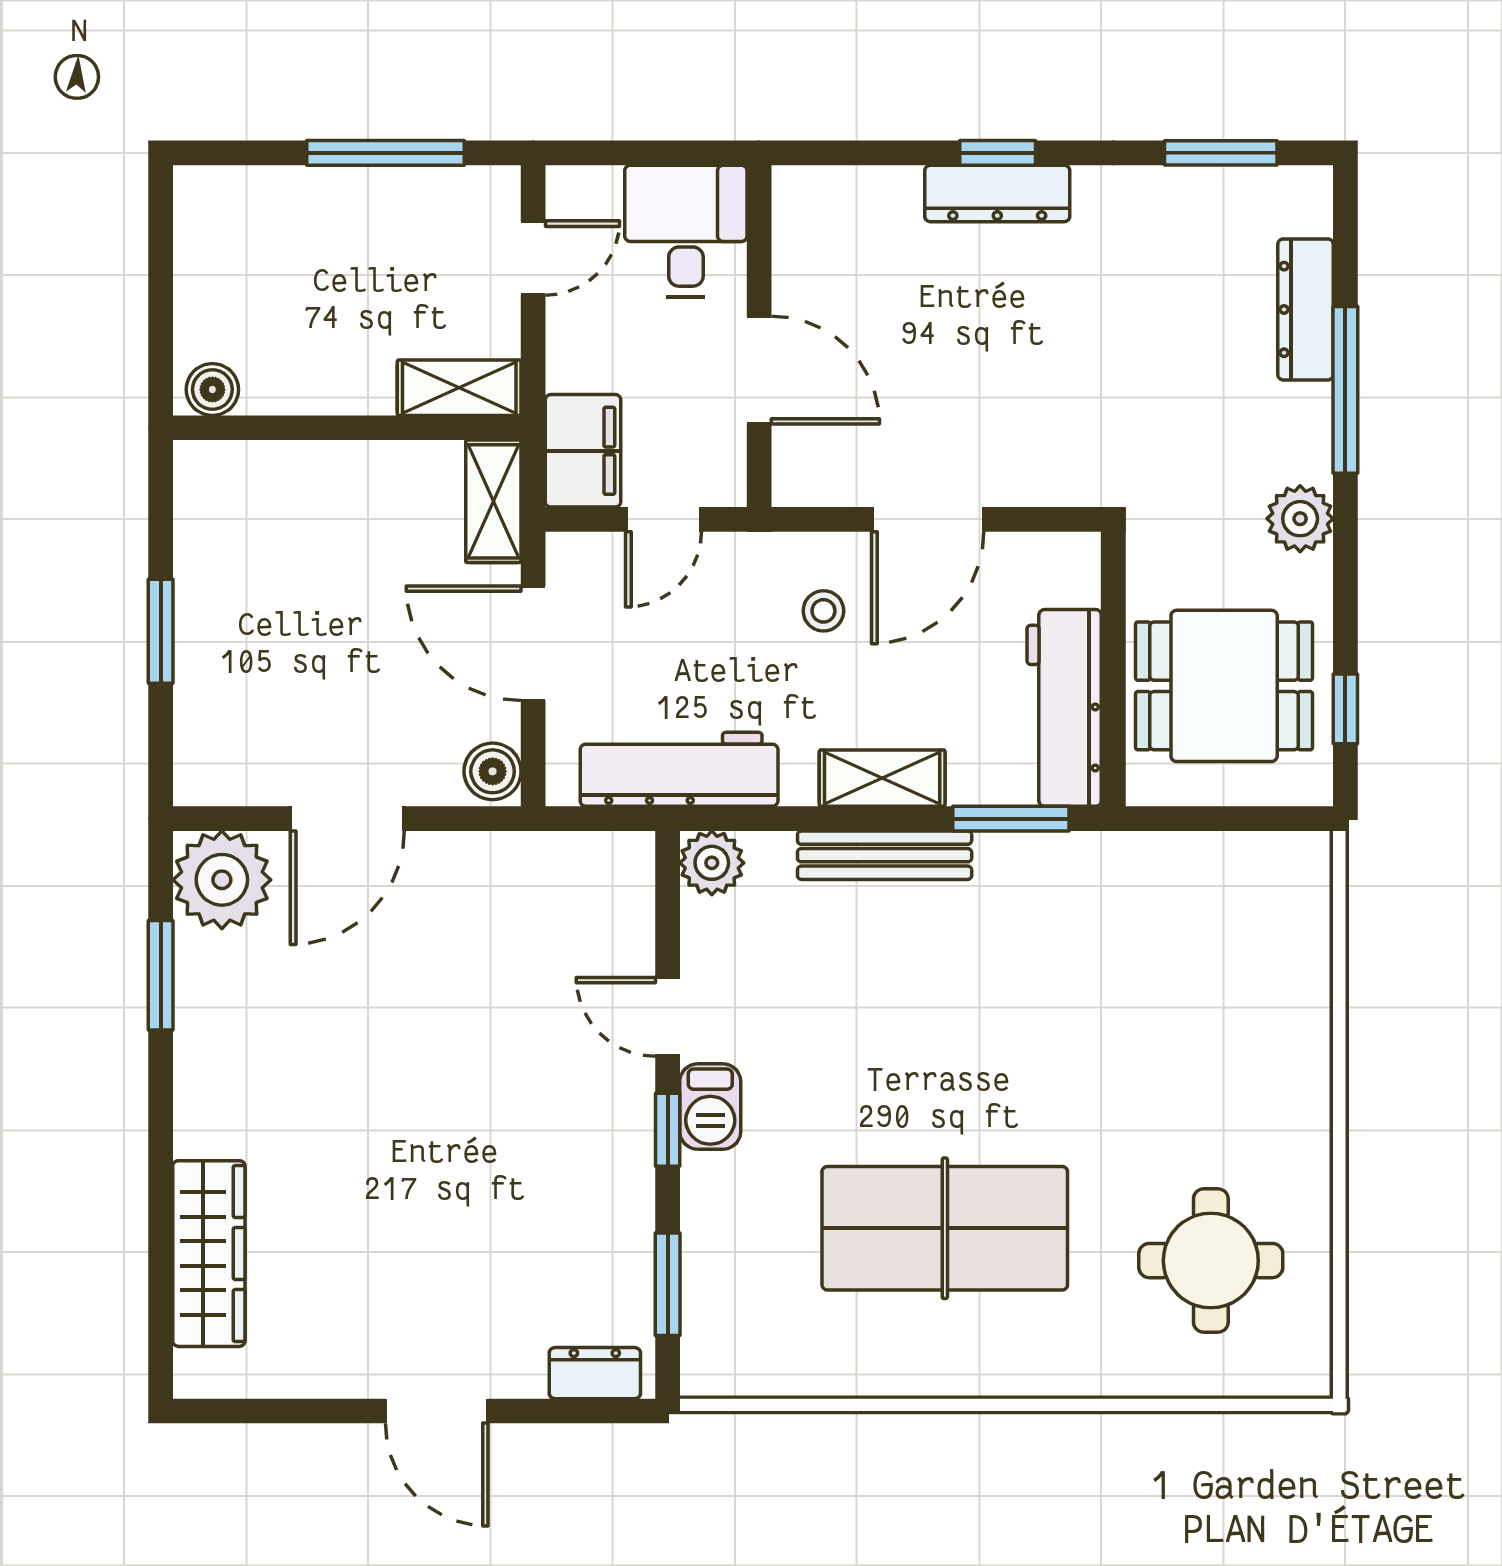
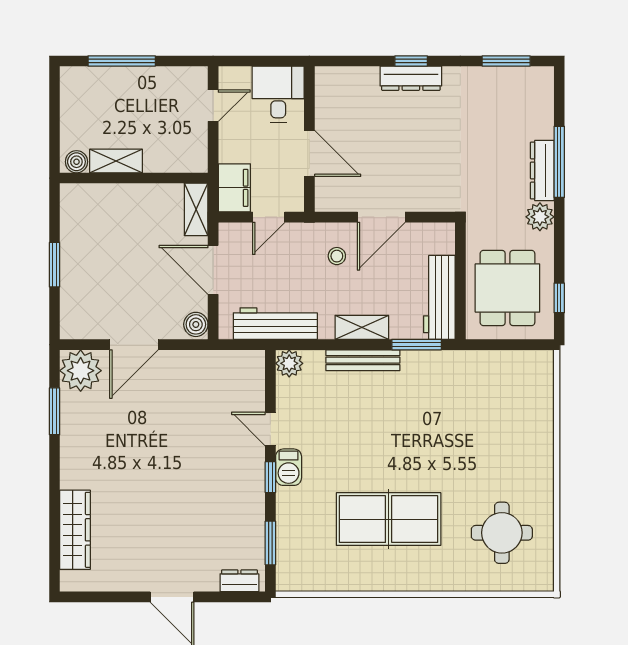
window: (386, 153) -> (122, 61), moved
dresser: (1306, 309) -> (542, 170), moved
shelving: (459, 388) -> (116, 161), moved
dining table: (1224, 686) -> (507, 288), turned 90

